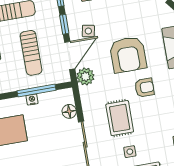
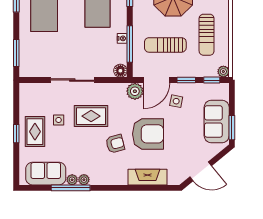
door: (70, 55) -> (157, 80), hinge flipped
armchair: (128, 55) -> (148, 134), turned 180
armchair: (144, 88) -> (115, 144), turned -105
floor lamp: (69, 111) -> (120, 71), moved

